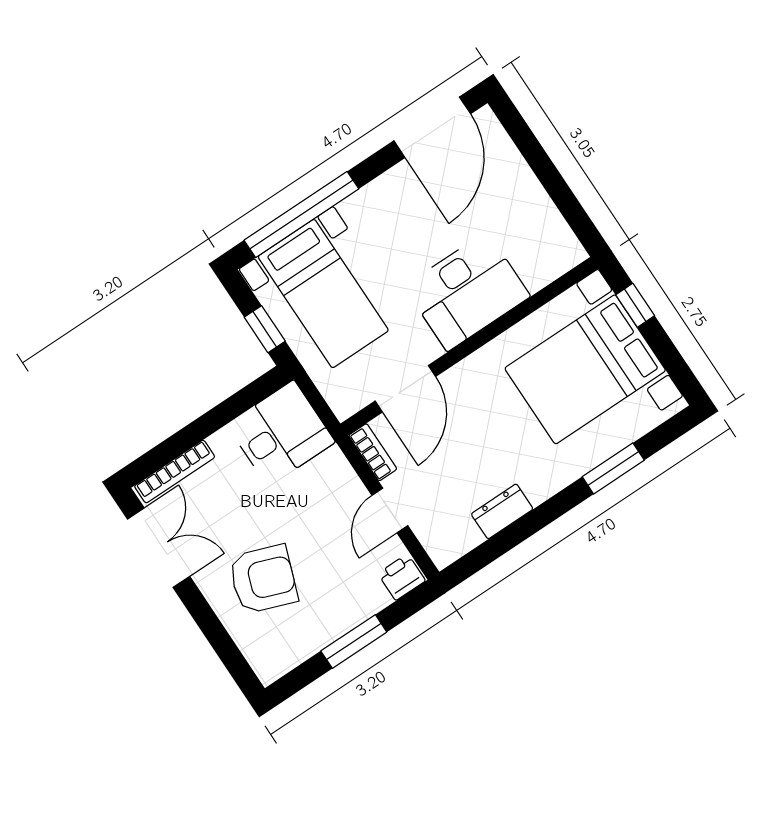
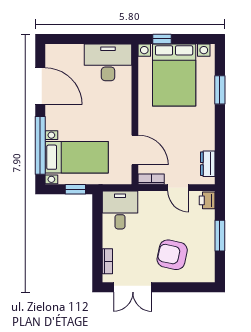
door: (432, 127) -> (40, 86), moved
desk: (467, 291) -> (108, 62), moved, turned -90
bookcase: (175, 472) -> (107, 261), width x0.64
dresser: (502, 511) -> (208, 164), moved
double door: (159, 548) -> (133, 287), swing flipped
armchair: (263, 579) -> (172, 255), turned -98

